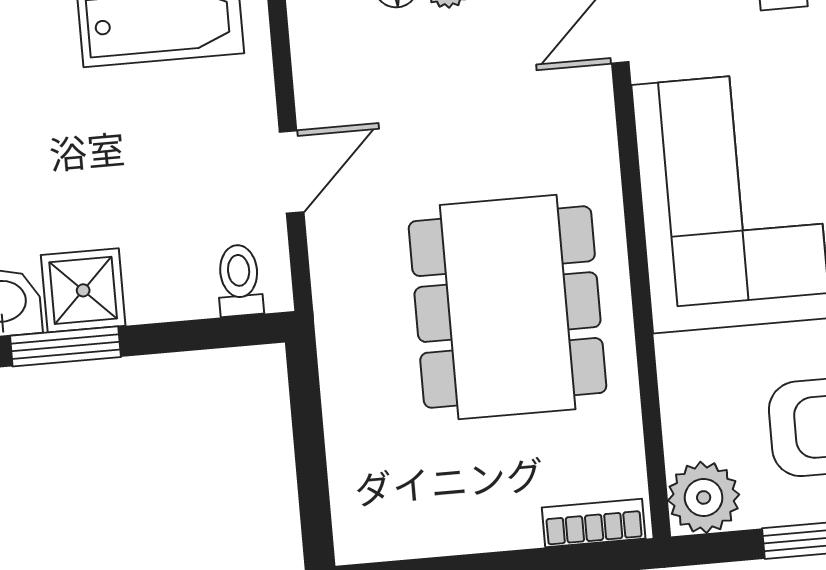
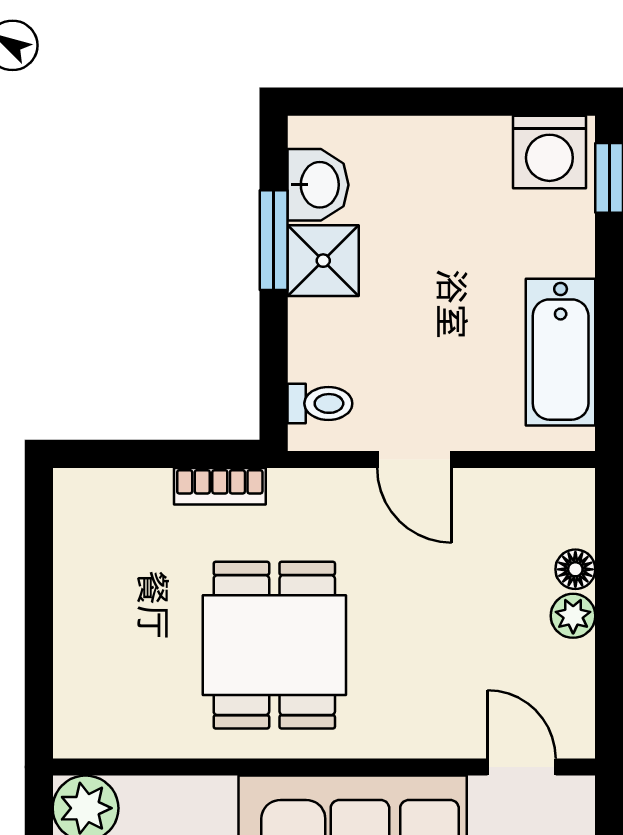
dining table: (508, 307) -> (274, 645), width x0.73
bookcase: (594, 523) -> (220, 486), moved, turned 90

